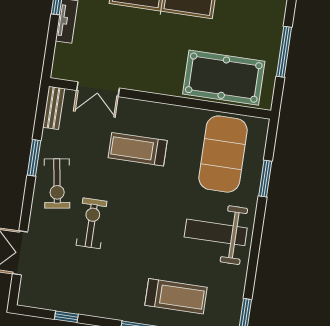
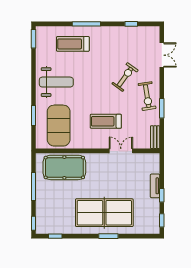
double door: (98, 89) -> (121, 151), moved
treadmill: (138, 149) -> (106, 121), turned 180
exercise bike: (57, 183) -> (147, 96), turned 180
exercise bike: (92, 223) -> (125, 77), turned -144

